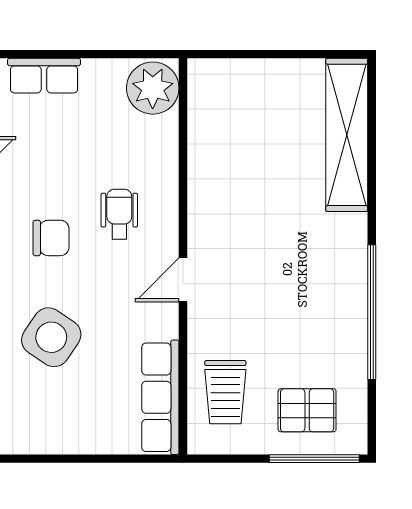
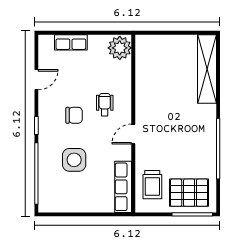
side table: (51, 337) -> (74, 160), turned -34
pallet: (307, 410) -> (189, 193), width x1.50, depth x1.42

